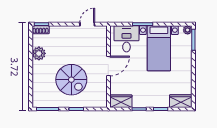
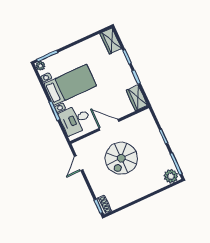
door: (87, 24) -> (79, 163), hinge flipped
plant: (39, 53) -> (171, 176), moved
spiral stairs: (71, 80) -> (121, 158), moved, turned 180

